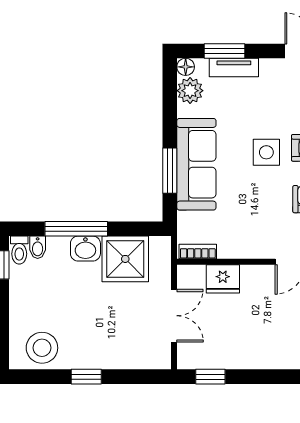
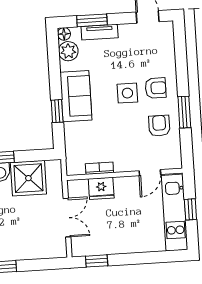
sofa: (196, 164) -> (76, 96), width x0.73
window: (170, 171) -> (57, 111), width x0.67
bookcase: (198, 252) -> (99, 168), moved

